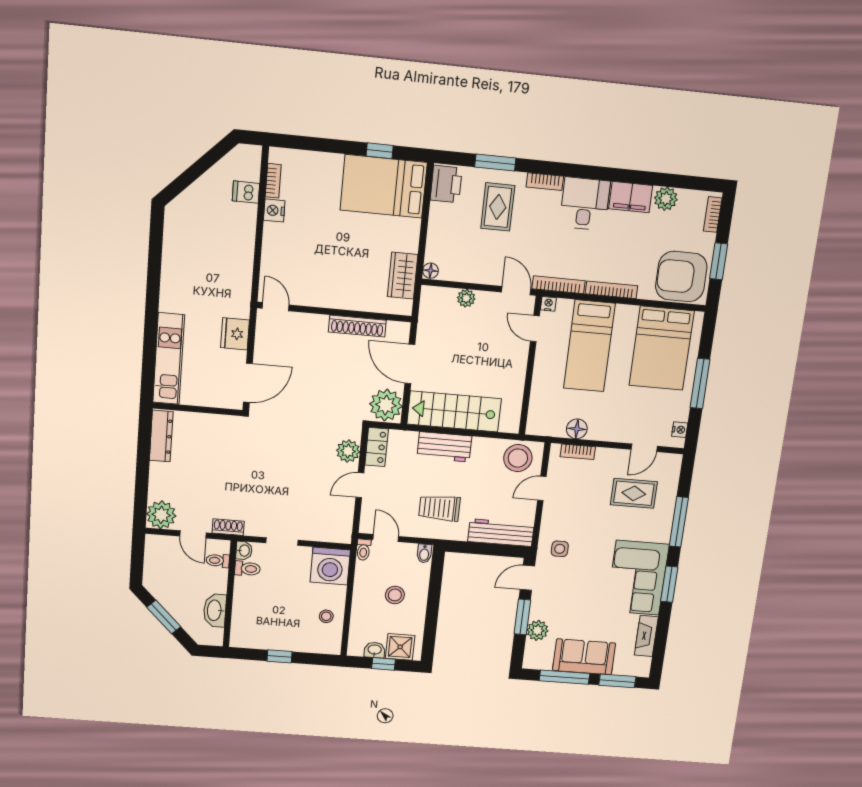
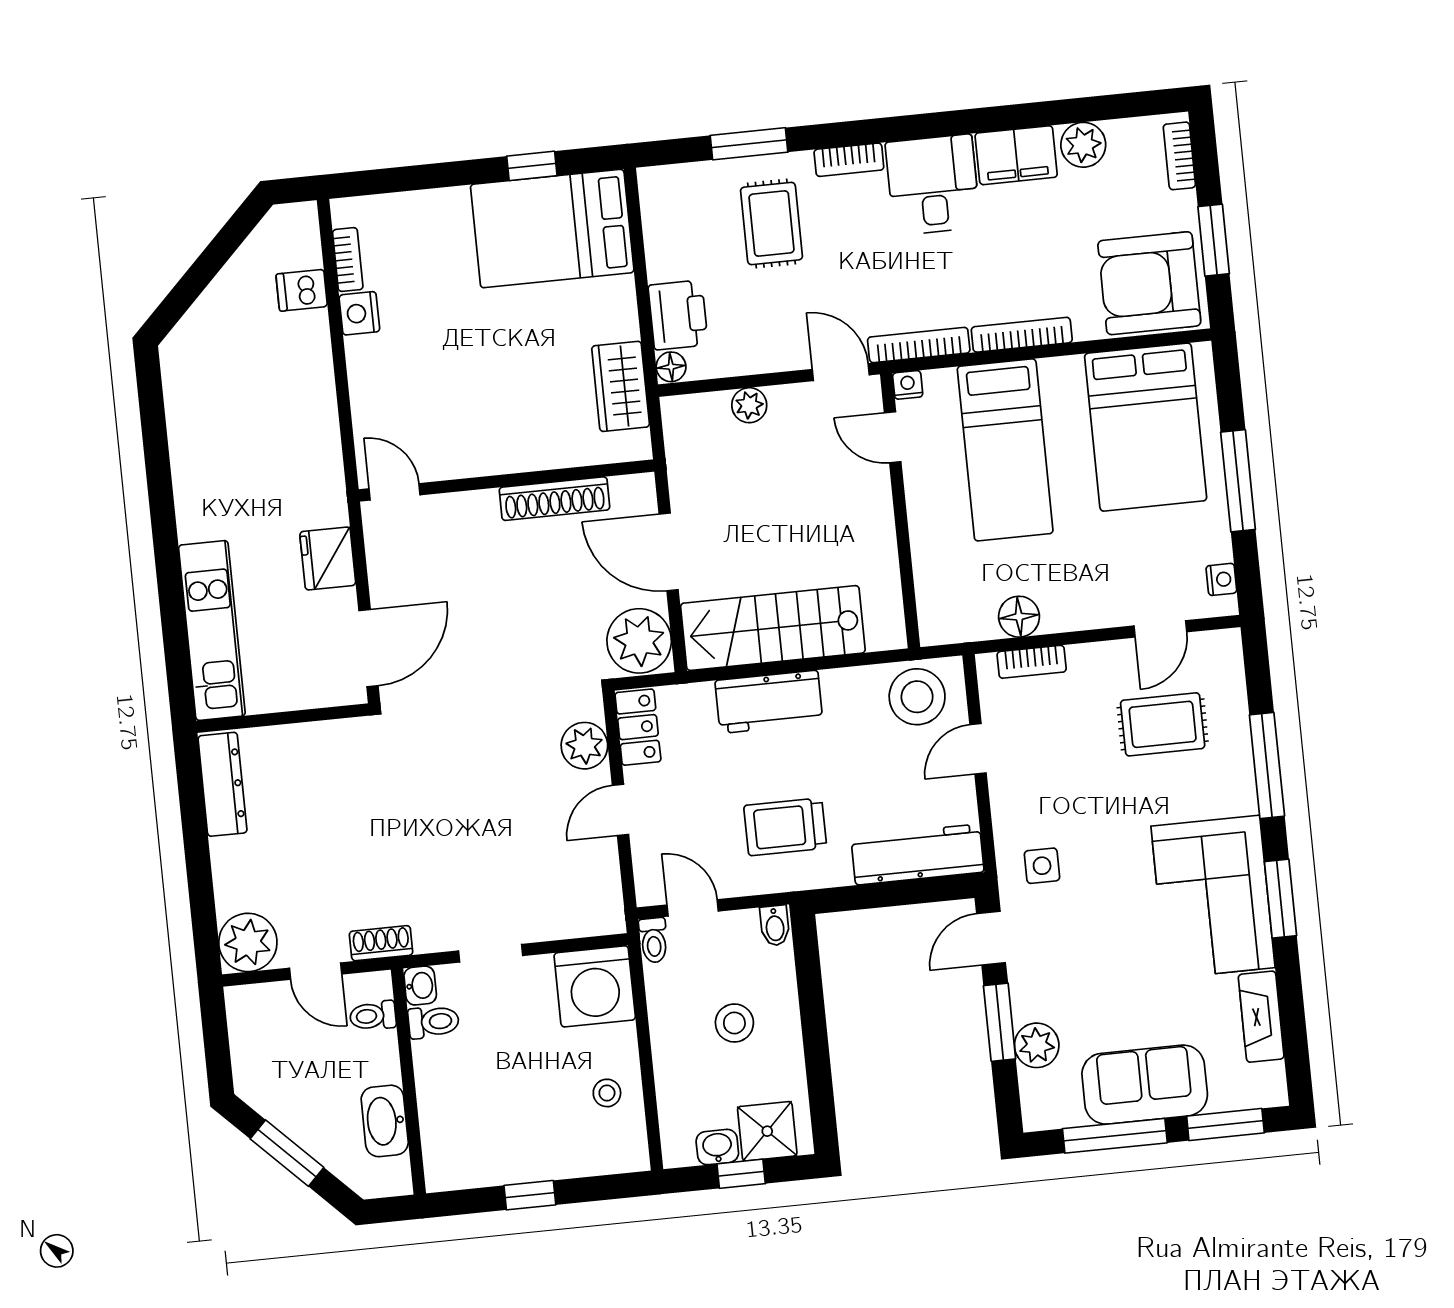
printer: (446, 184) -> (678, 315), moved

